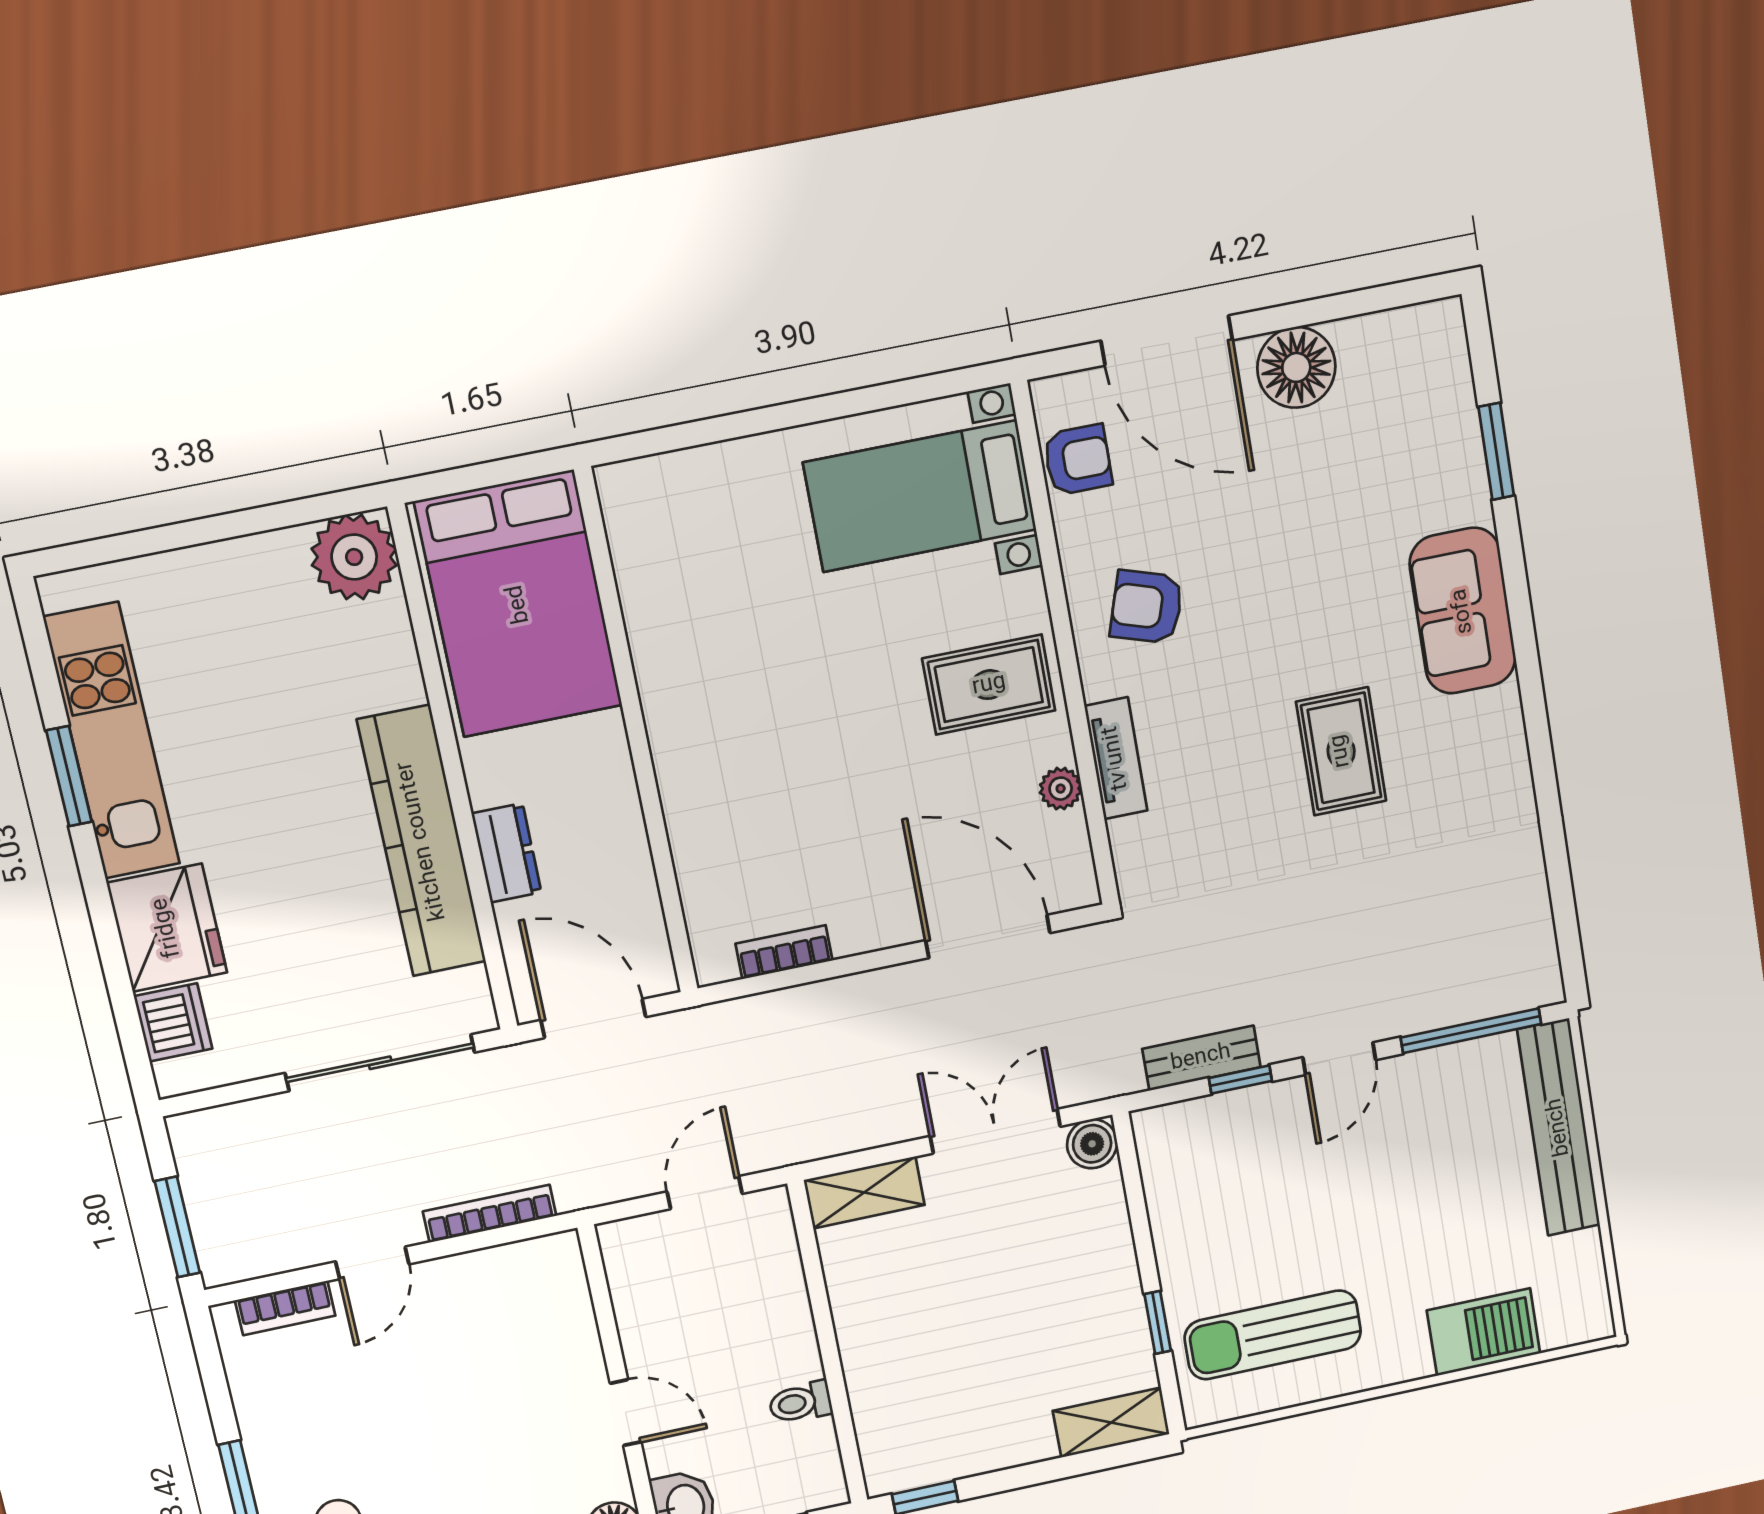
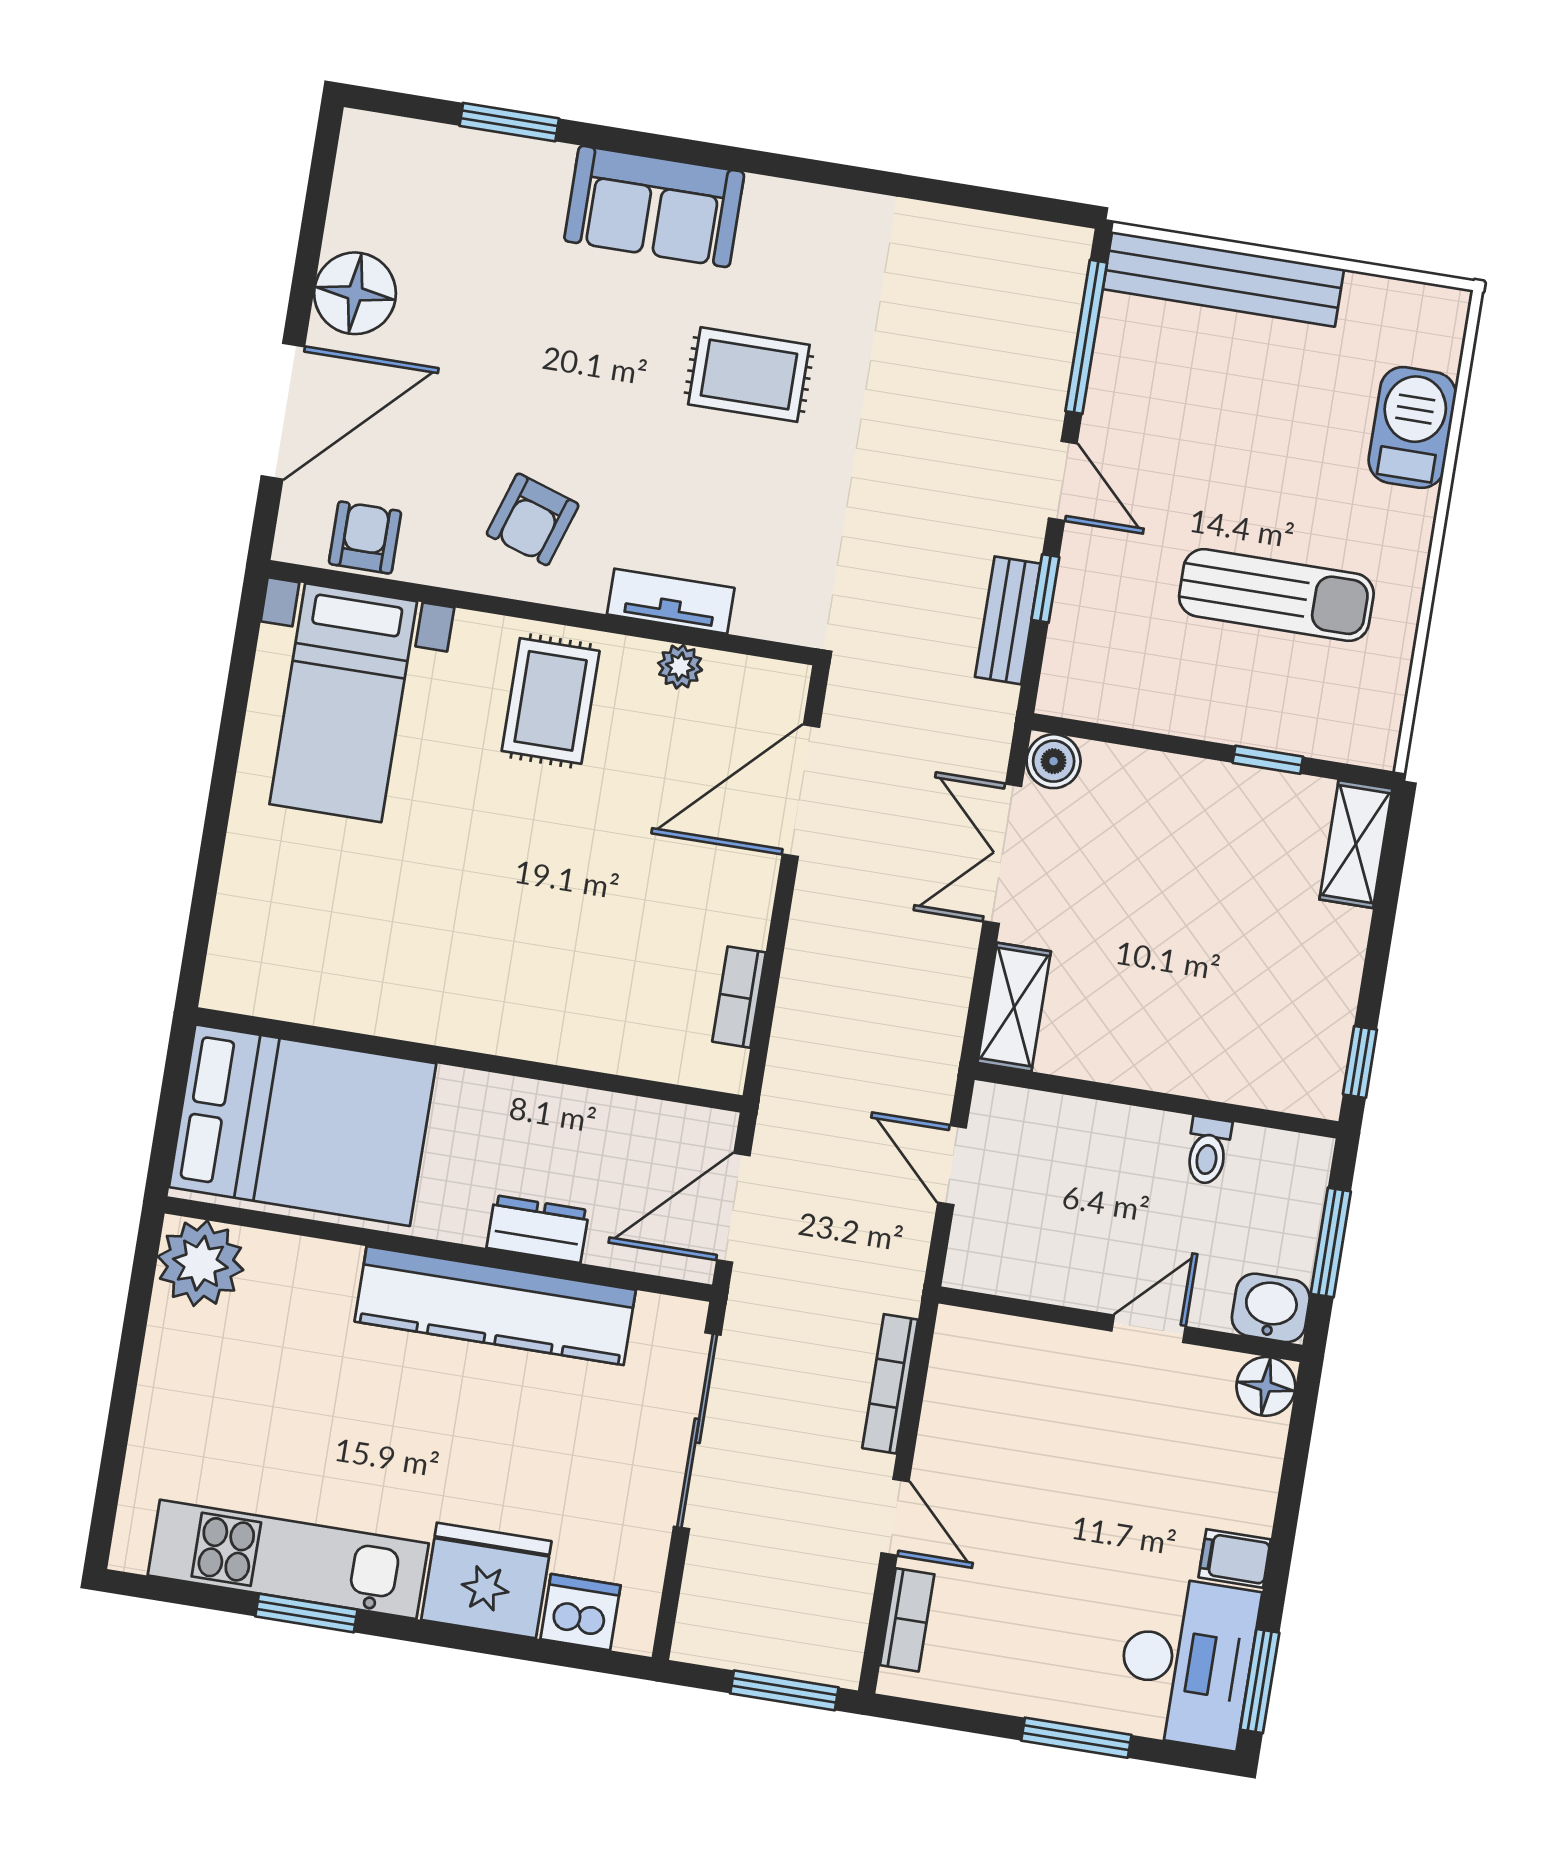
sun lounger: (1273, 1335) -> (1276, 595), moved, turned -90

